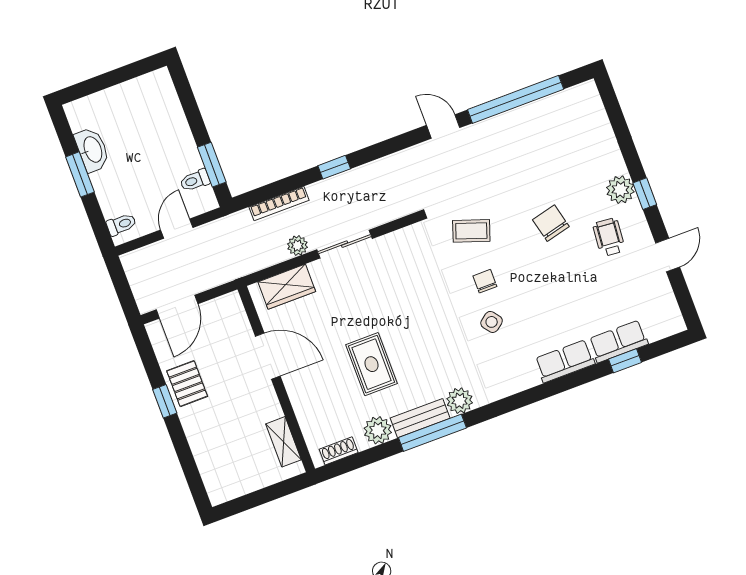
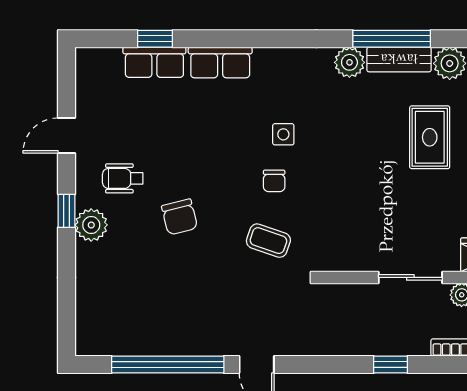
wheelchair: (609, 237) -> (123, 178), turned 85
side table: (492, 322) -> (283, 134), turned 37

